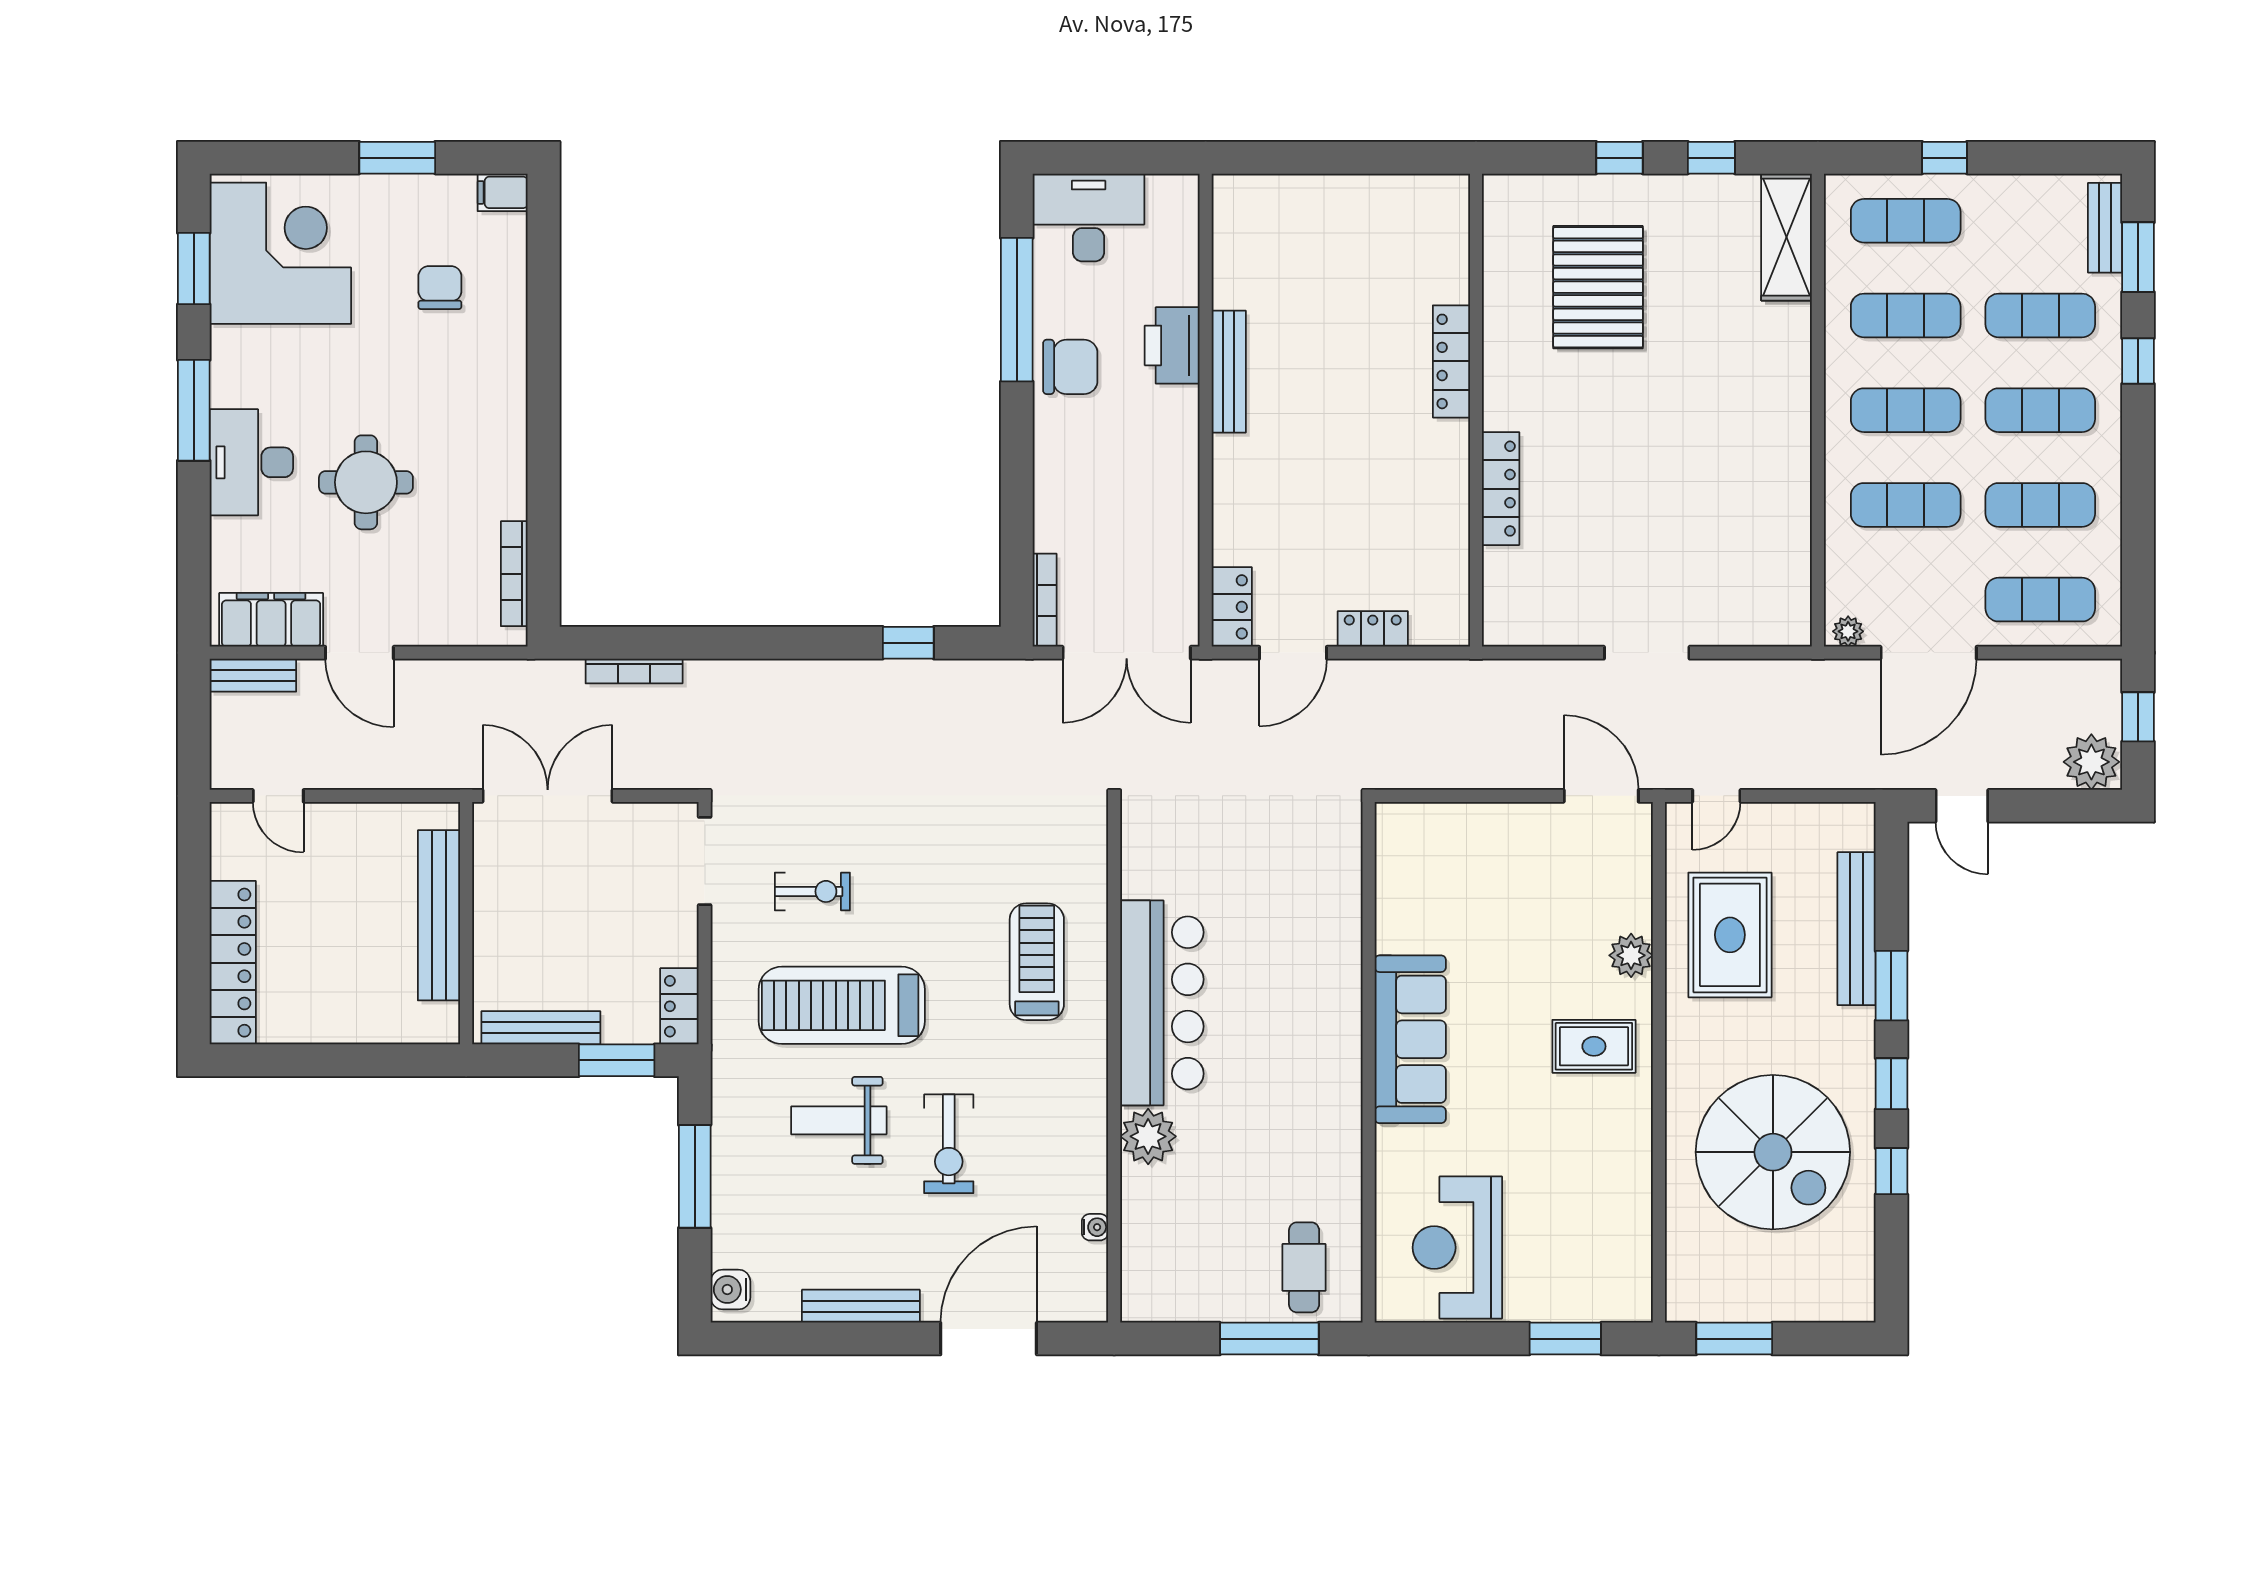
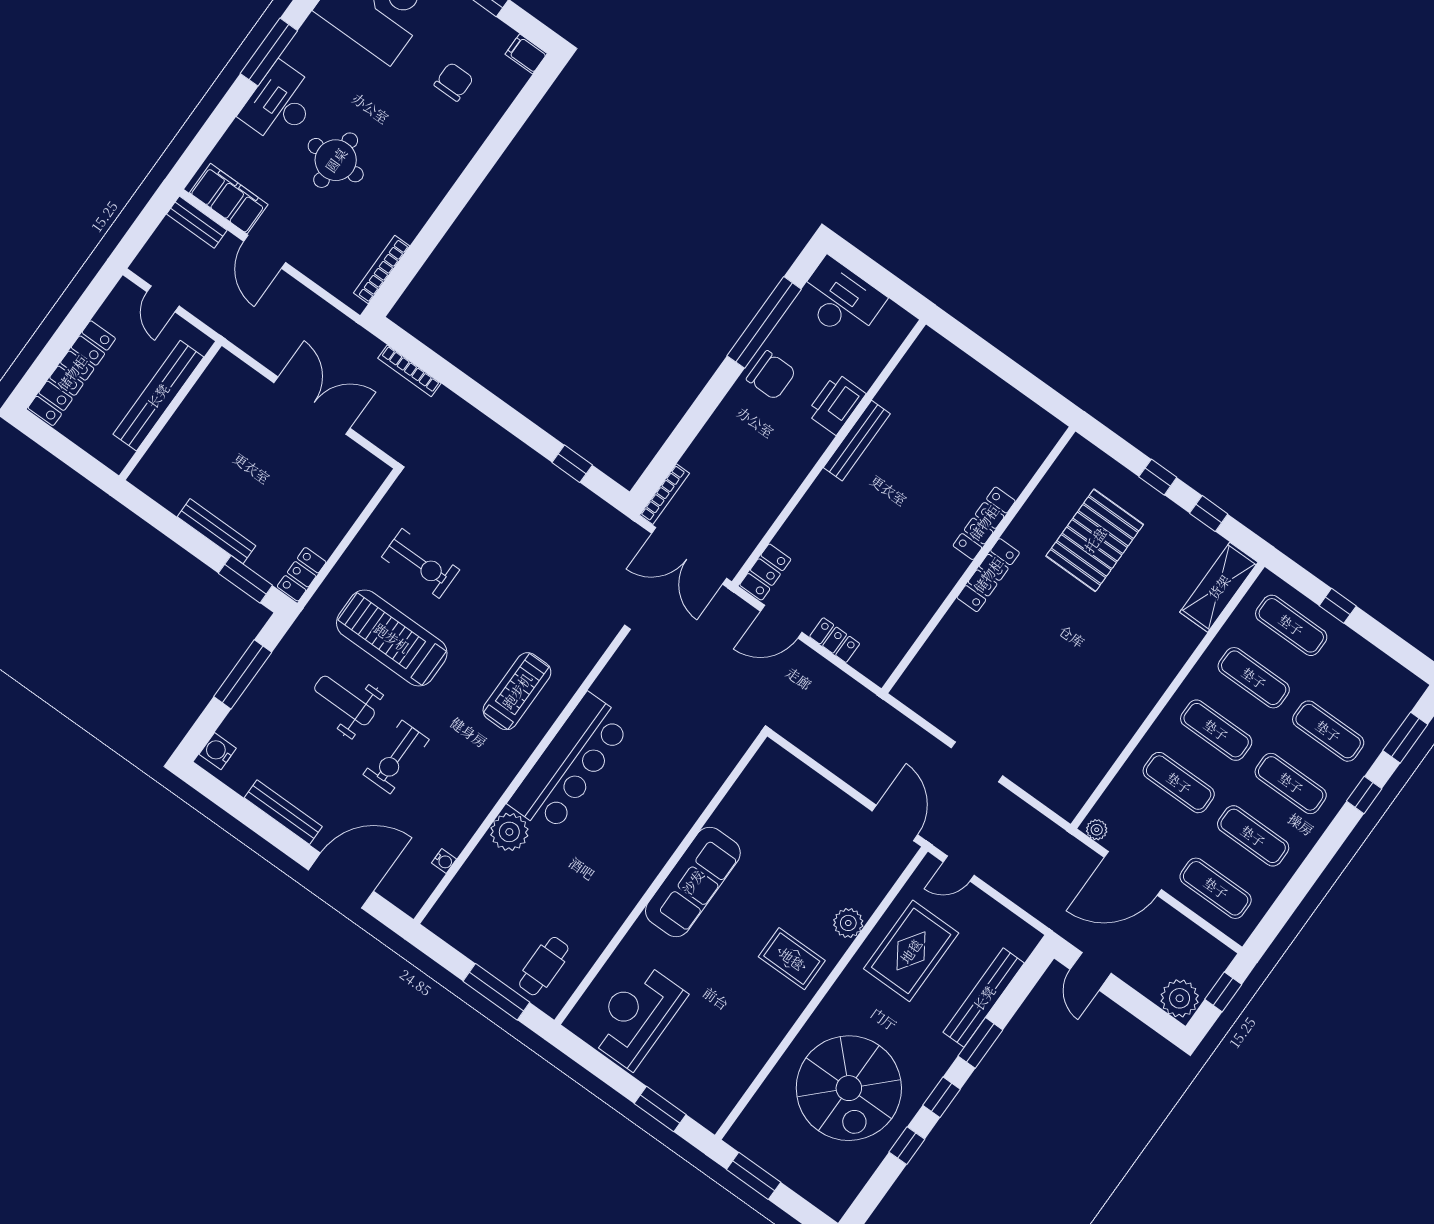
bench: (2105, 228) -> (1399, 708), removed
locker: (1501, 489) -> (988, 575), moved
doorway: (705, 861) -> (373, 504), removed
exercise bike: (812, 891) -> (421, 563), width x1.38, depth x1.39
bench: (439, 915) -> (158, 396), moved
wall: (466, 923) -> (170, 411), moved

